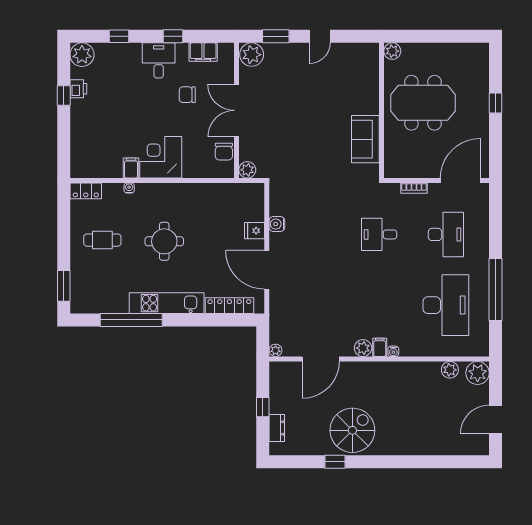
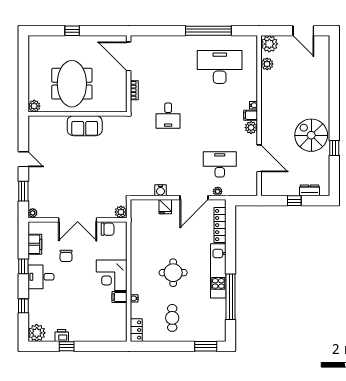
plant: (252, 55) -> (33, 213), width x0.53, depth x0.53
sofa: (365, 139) -> (85, 126), moved
desk: (446, 234) -> (220, 164), moved
plant: (276, 350) -> (218, 191), moved

